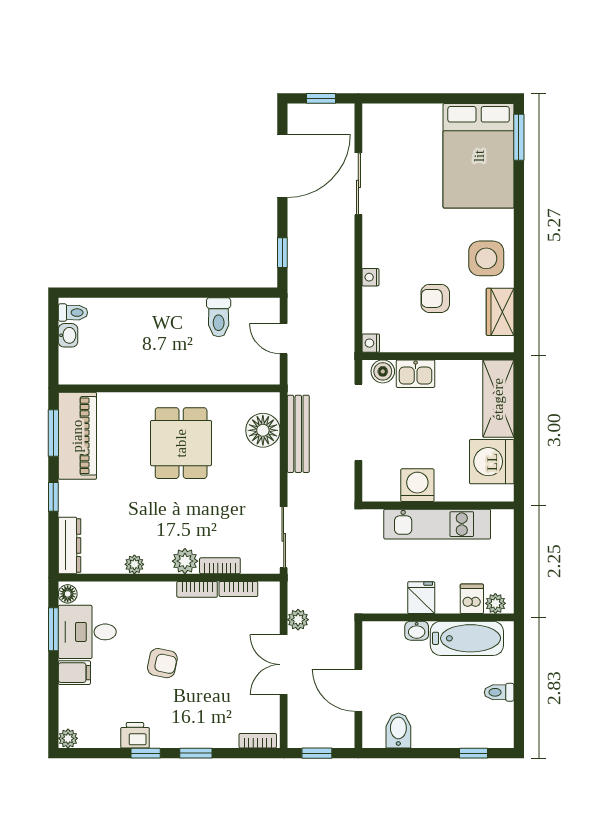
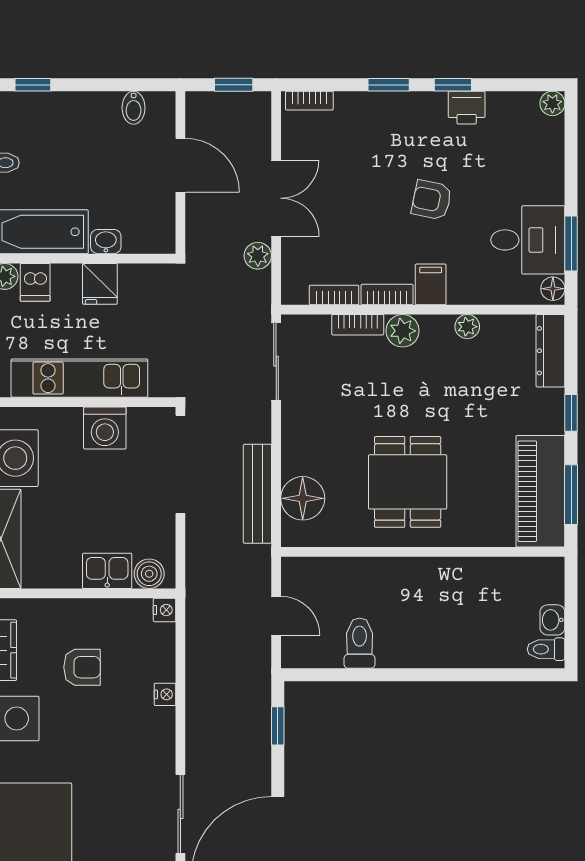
doorway: (358, 423) -> (180, 464), moved
filing cabinet: (74, 673) -> (431, 284), moved, turned 90
bidet: (398, 730) -> (134, 108), width x0.72, depth x0.74

